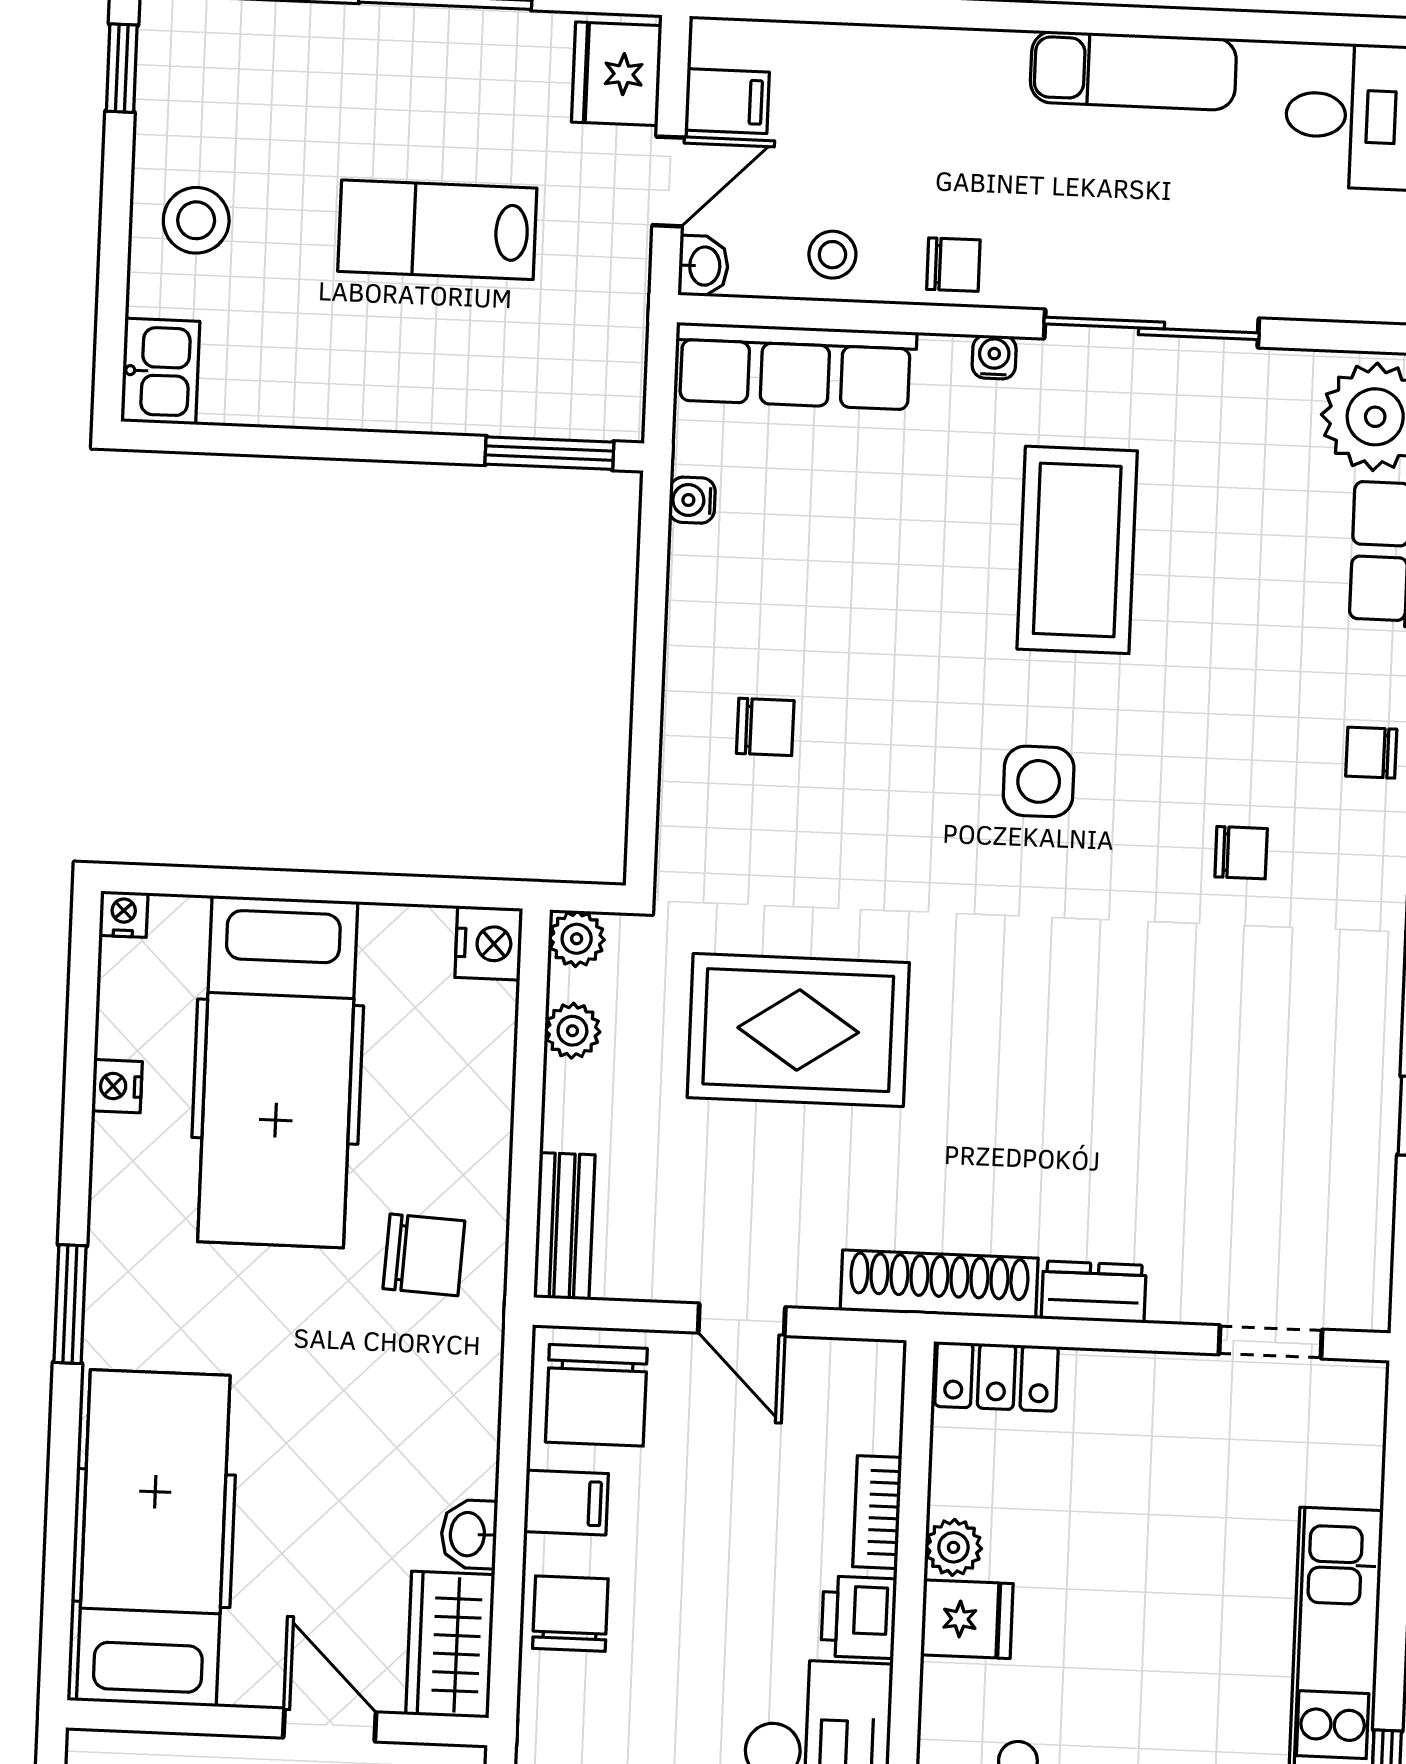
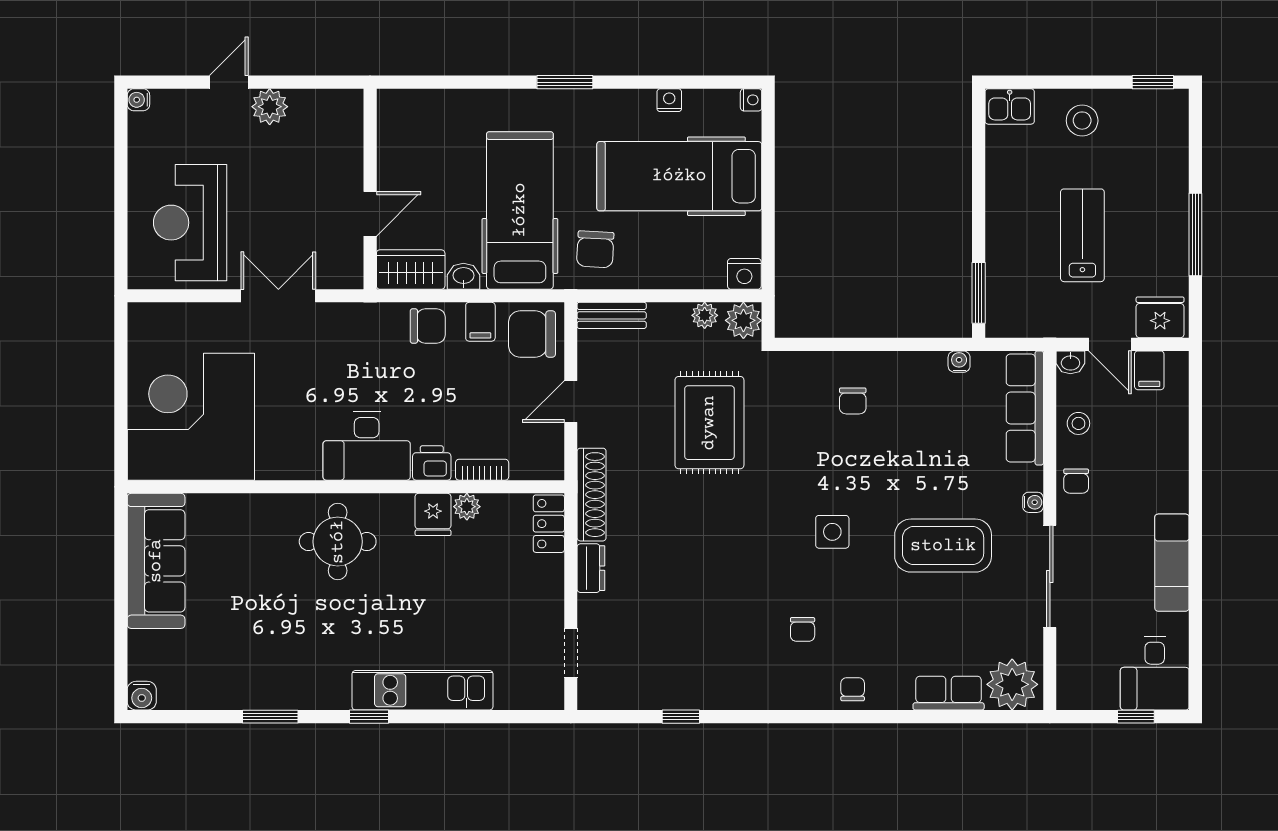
plant: (577, 939) -> (743, 320), width x1.38, depth x1.38
hospital bed: (153, 1538) -> (520, 210), moved, turned -90

